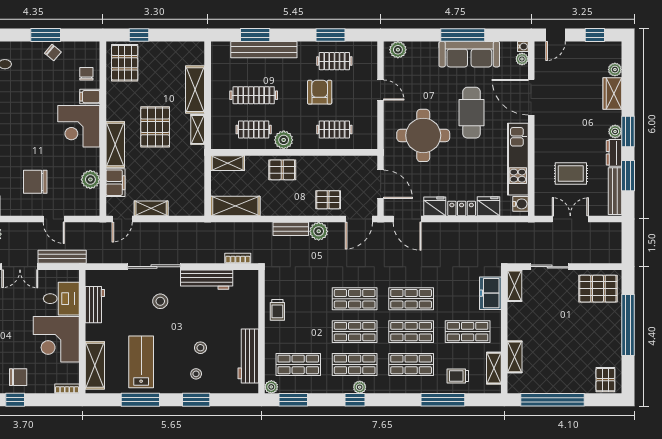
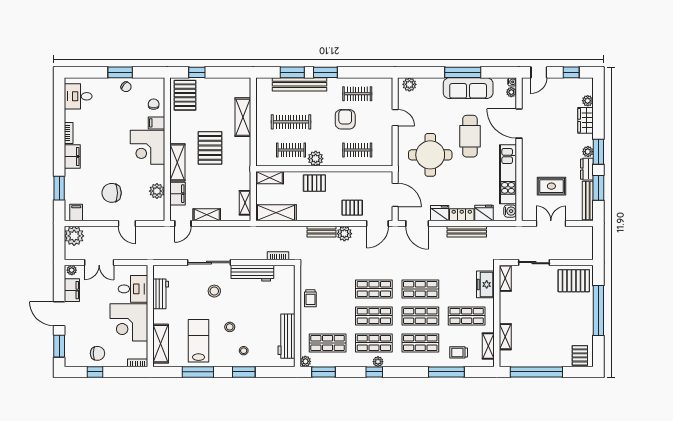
window: (331, 35) -> (325, 72), moved
shelving: (198, 129) -> (245, 203), moved
bench: (62, 257) -> (467, 232), moved
stool: (200, 348) -> (230, 327), moved

